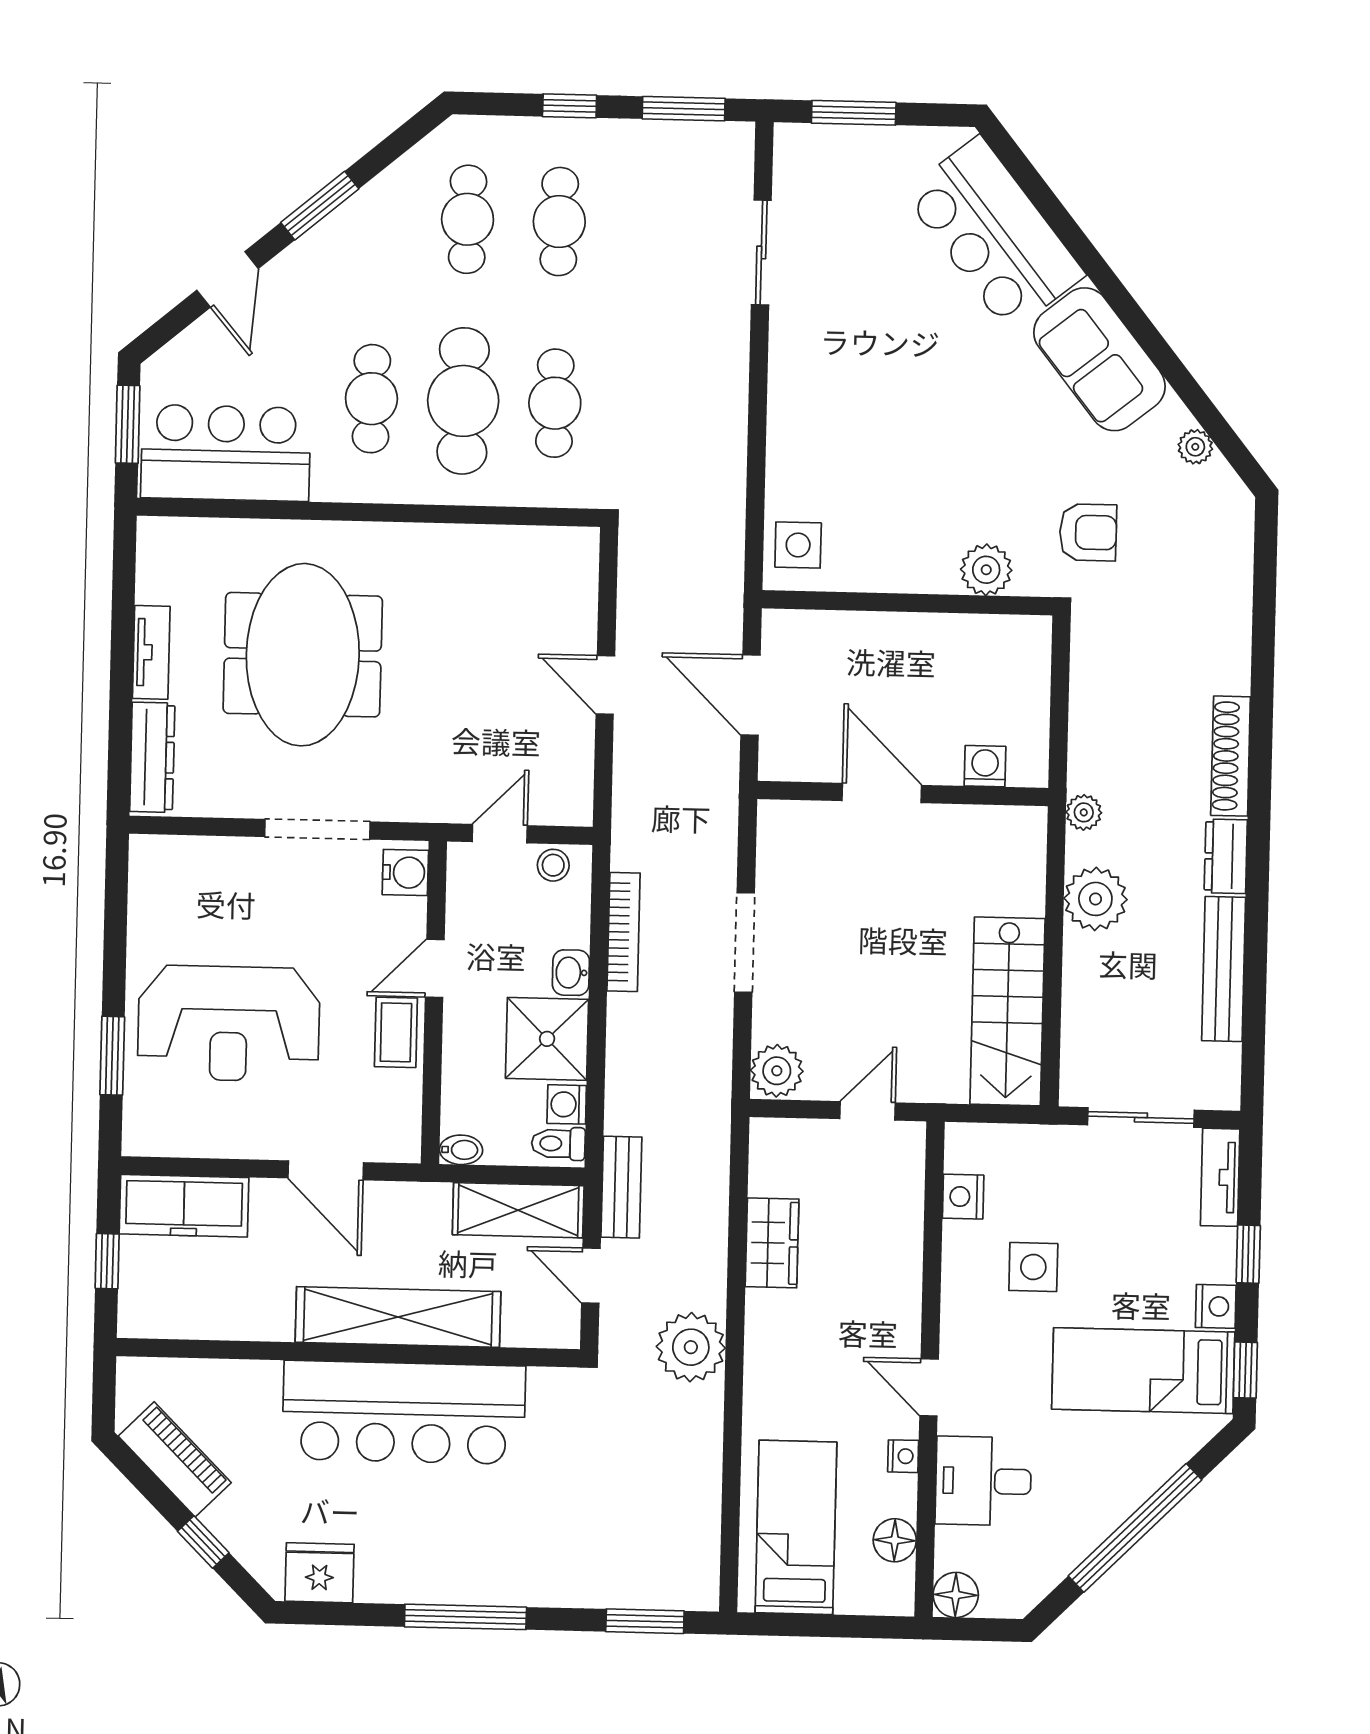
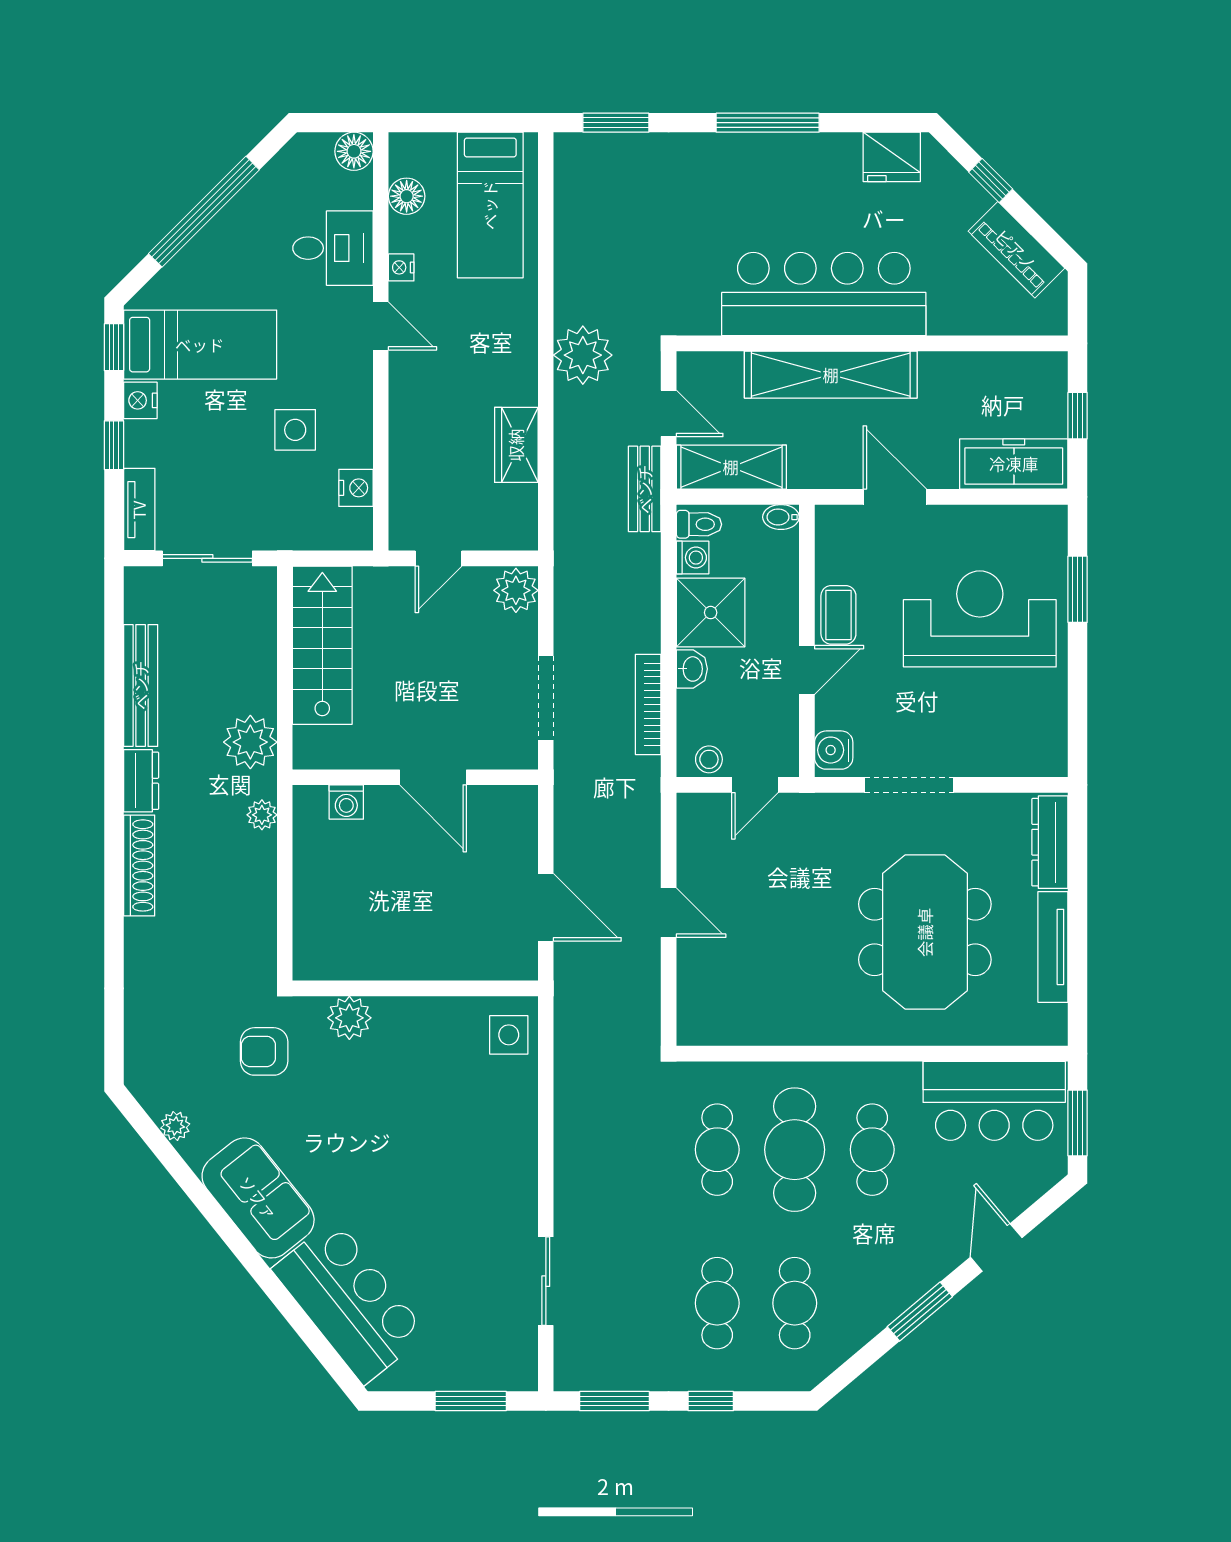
tv unit: (151, 652) -> (1053, 947), width x1.41
washing machine: (985, 766) -> (346, 802), moved
door: (882, 793) -> (433, 777), moved
wall: (903, 794) -> (415, 777), moved

